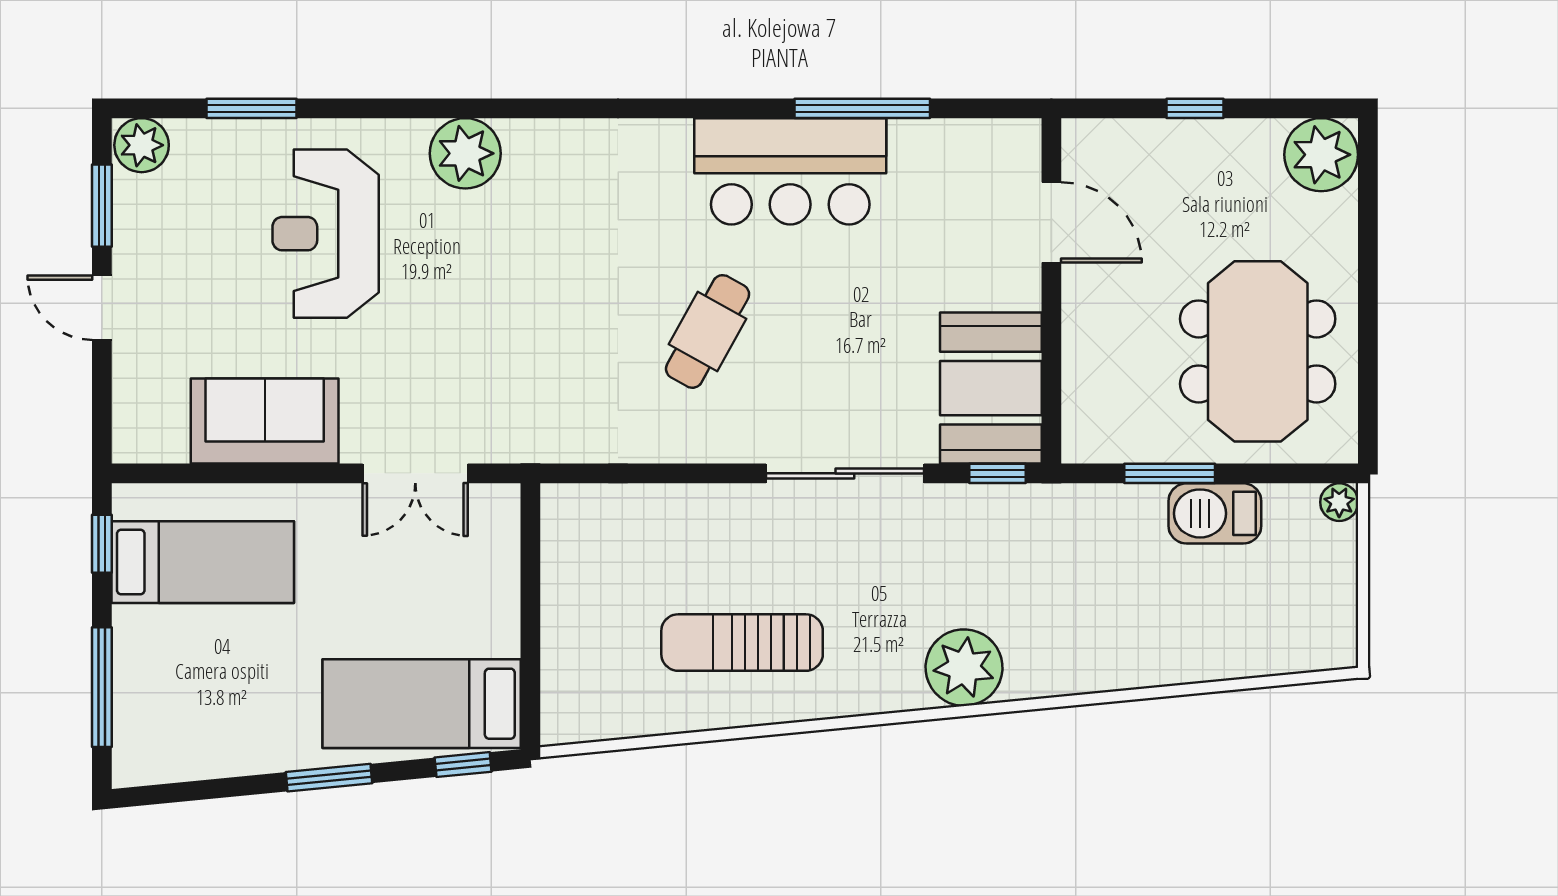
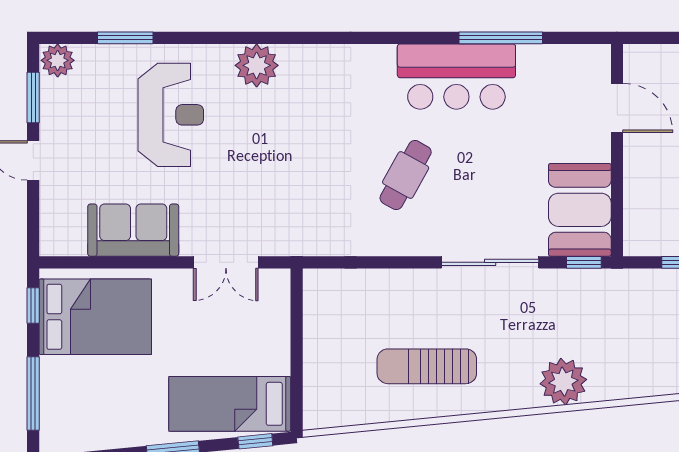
reception desk: (326, 234) -> (171, 115), turned 180
bed: (203, 562) -> (95, 317), width x1.50

